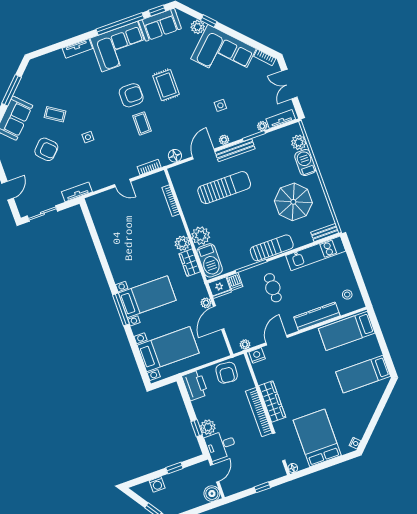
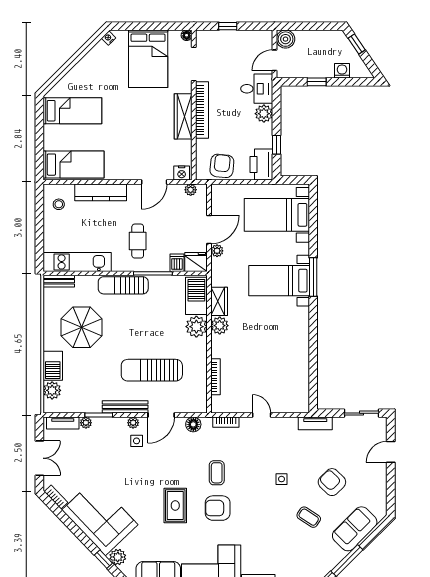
side table: (220, 105) -> (137, 441), moved
window: (197, 428) -> (276, 145), moved

